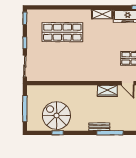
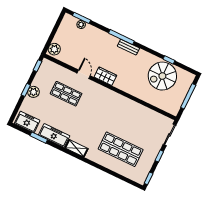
spiral stairs: (56, 116) -> (162, 76), turned 90

